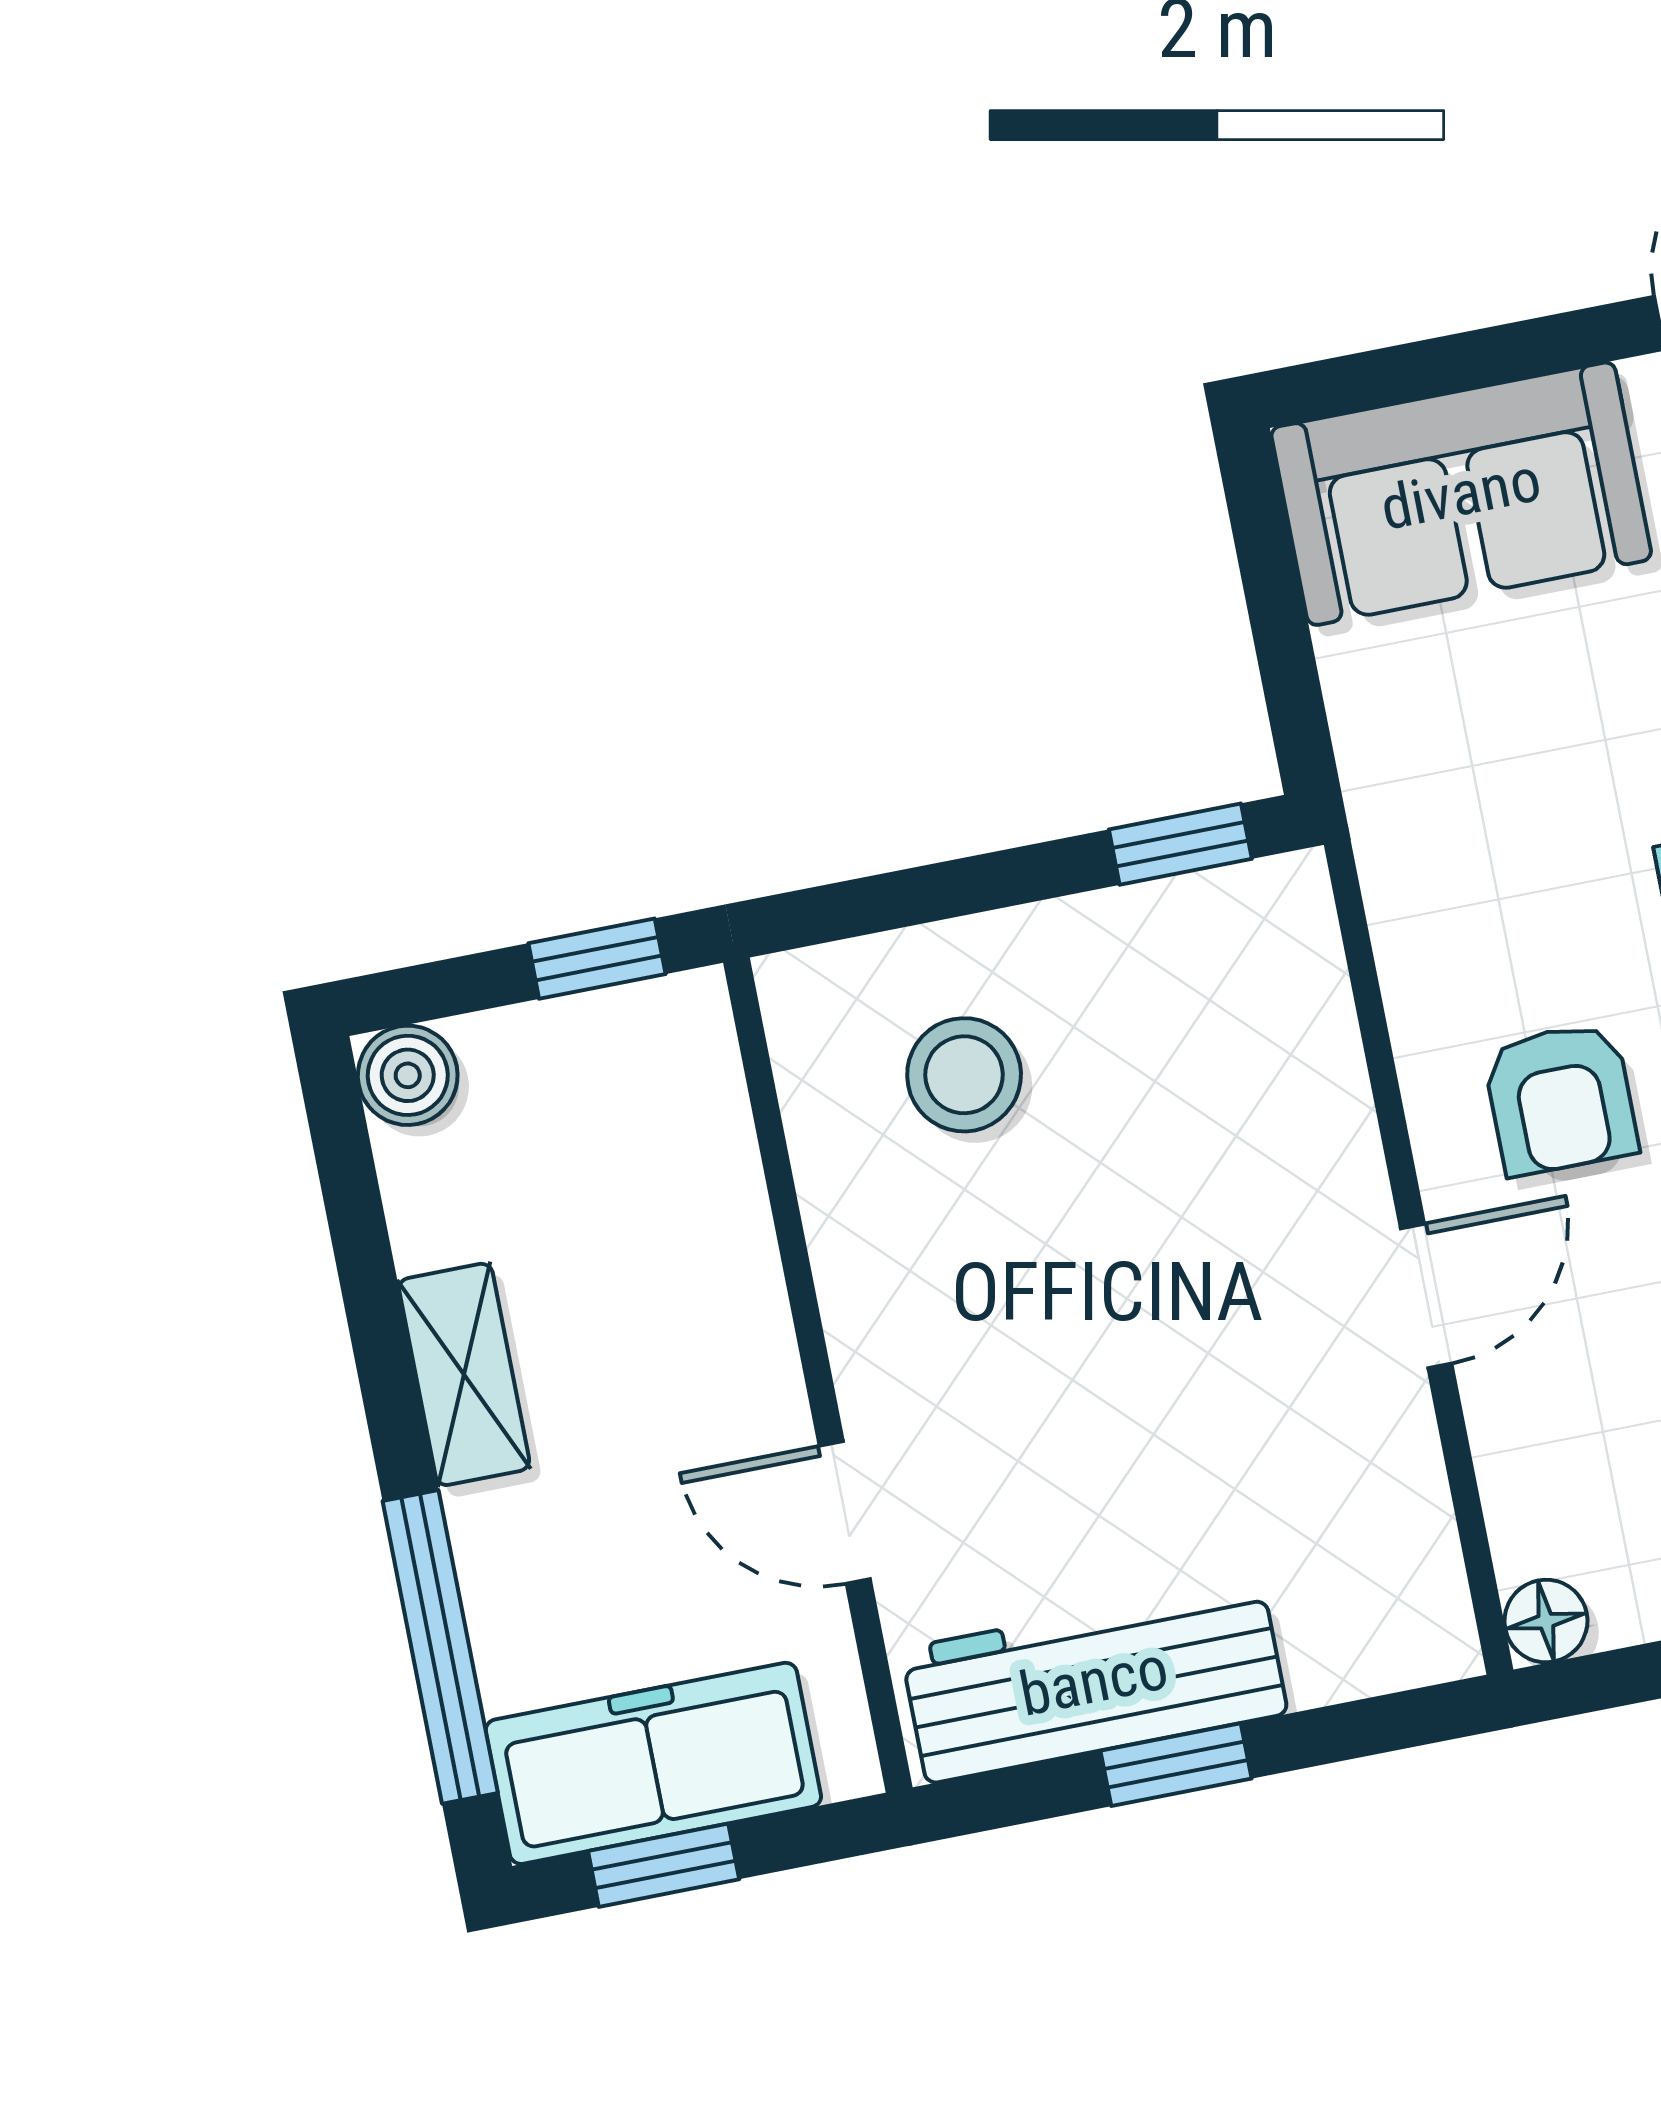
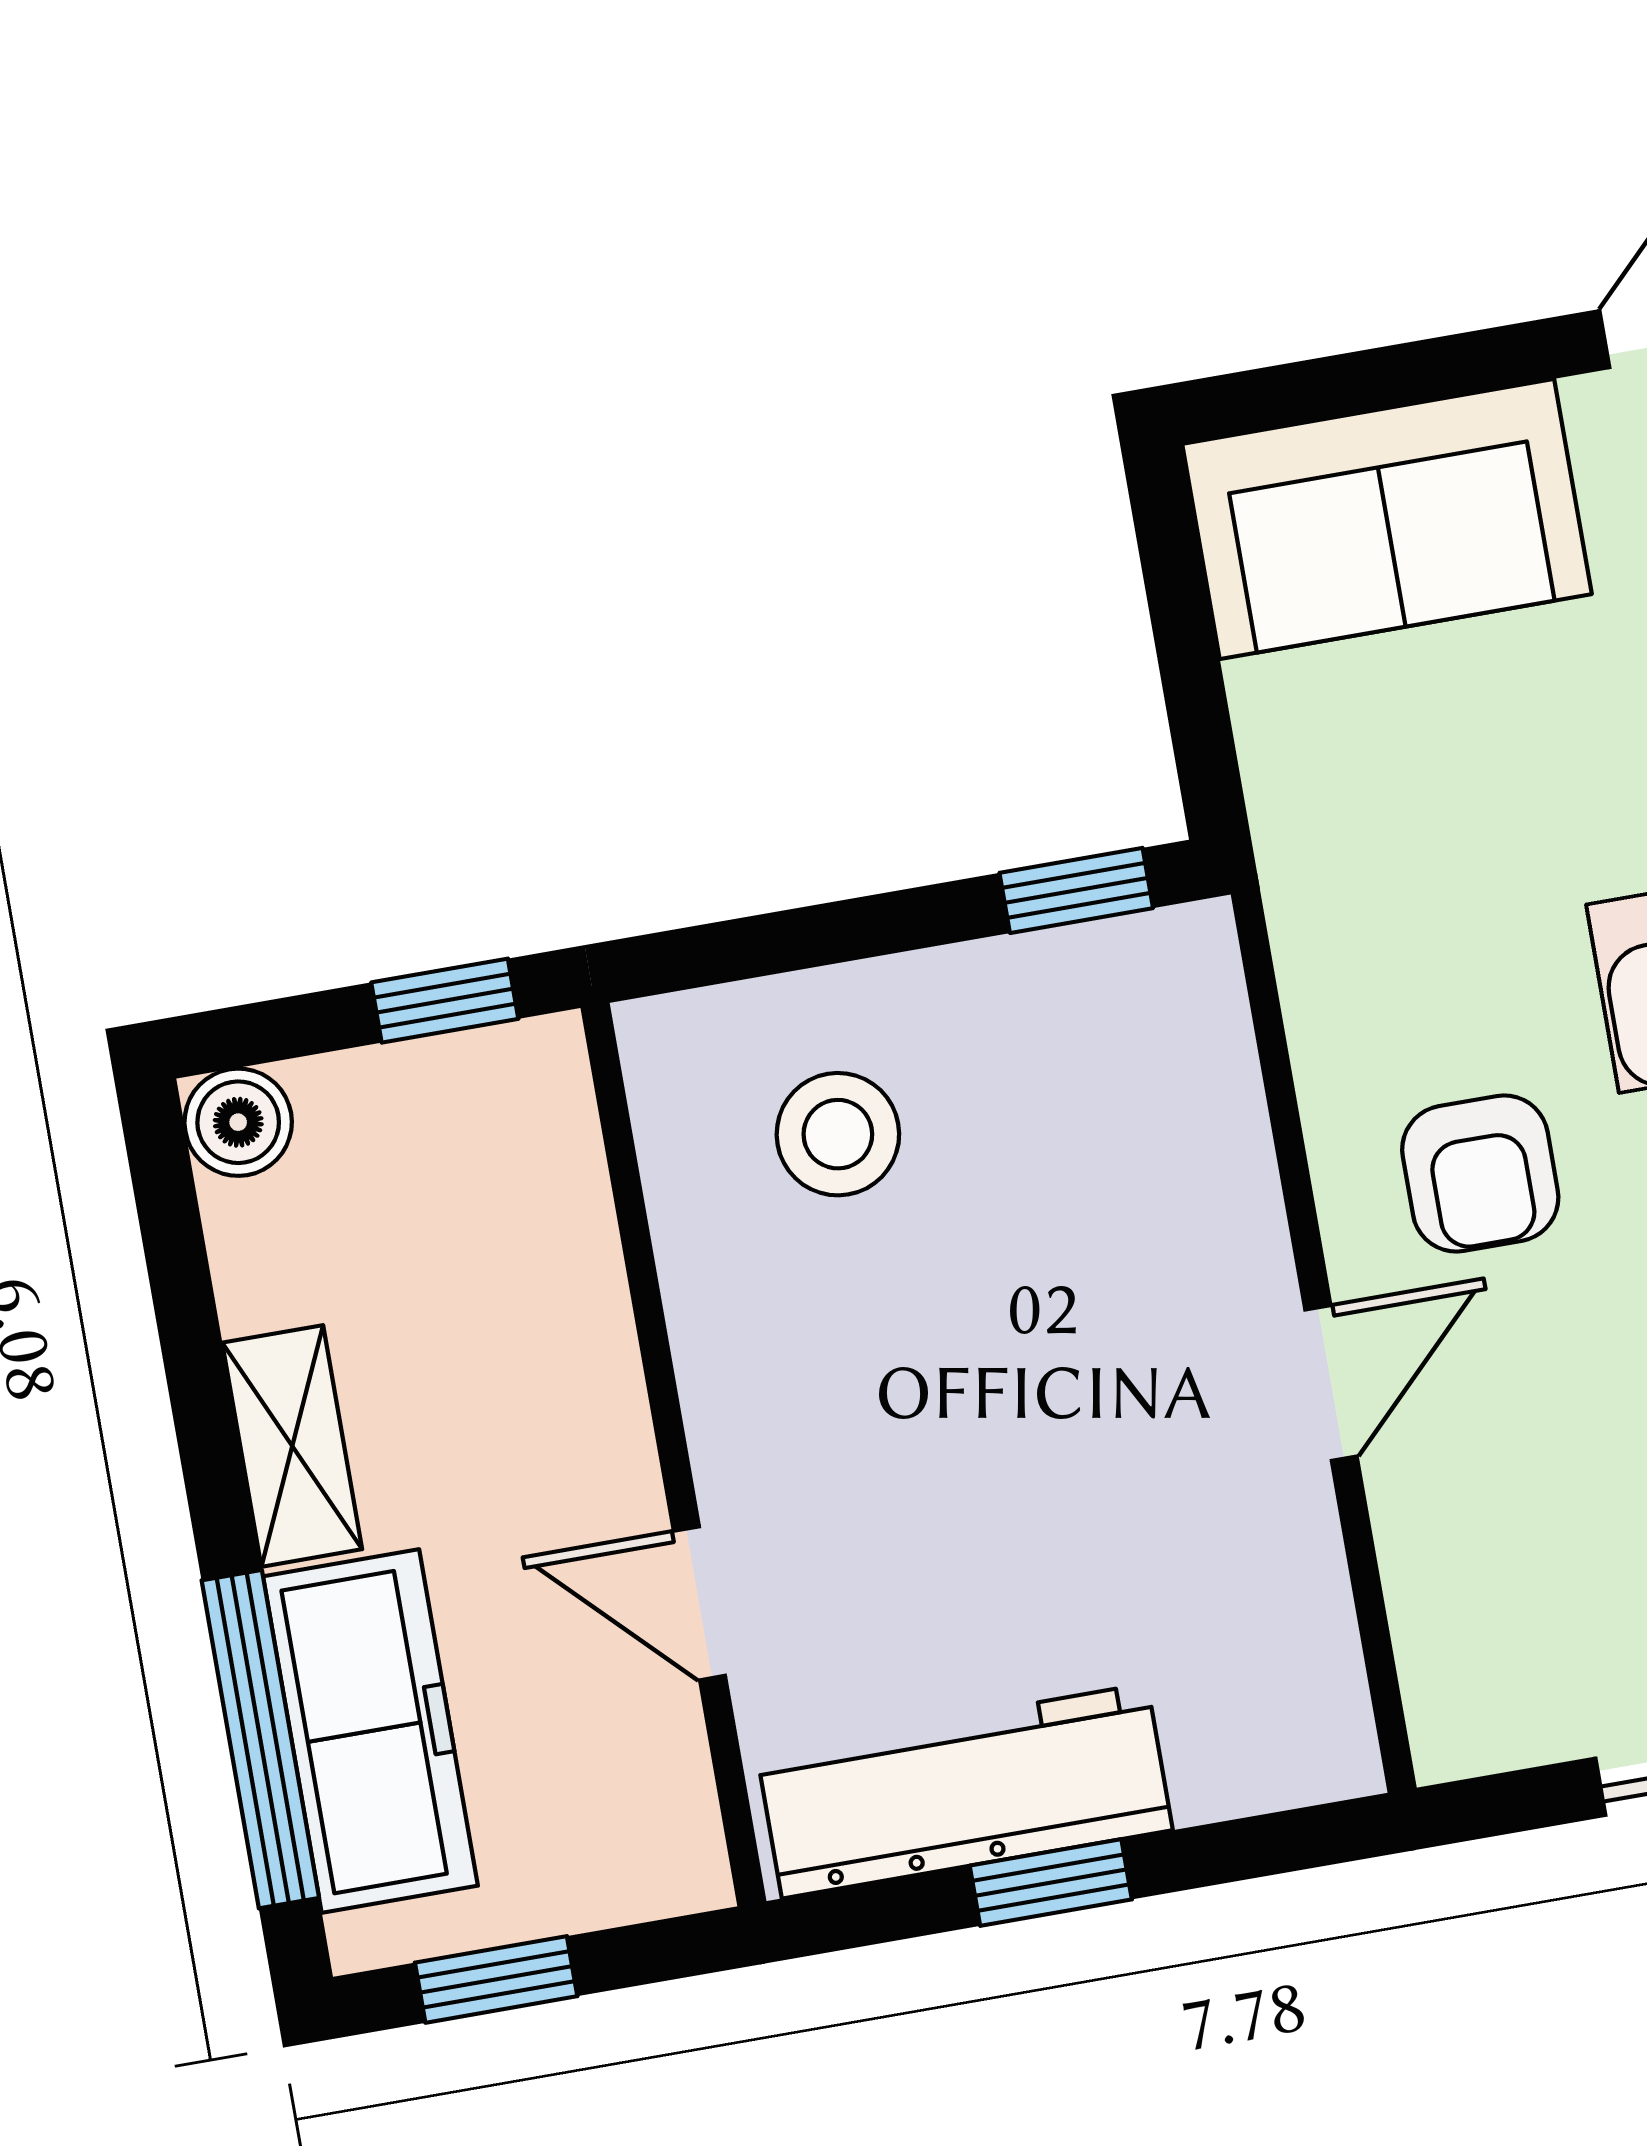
floor lamp: (1546, 1621) -> (1453, 1736), removed
freezer: (653, 1763) -> (370, 1731), moved, turned 90

